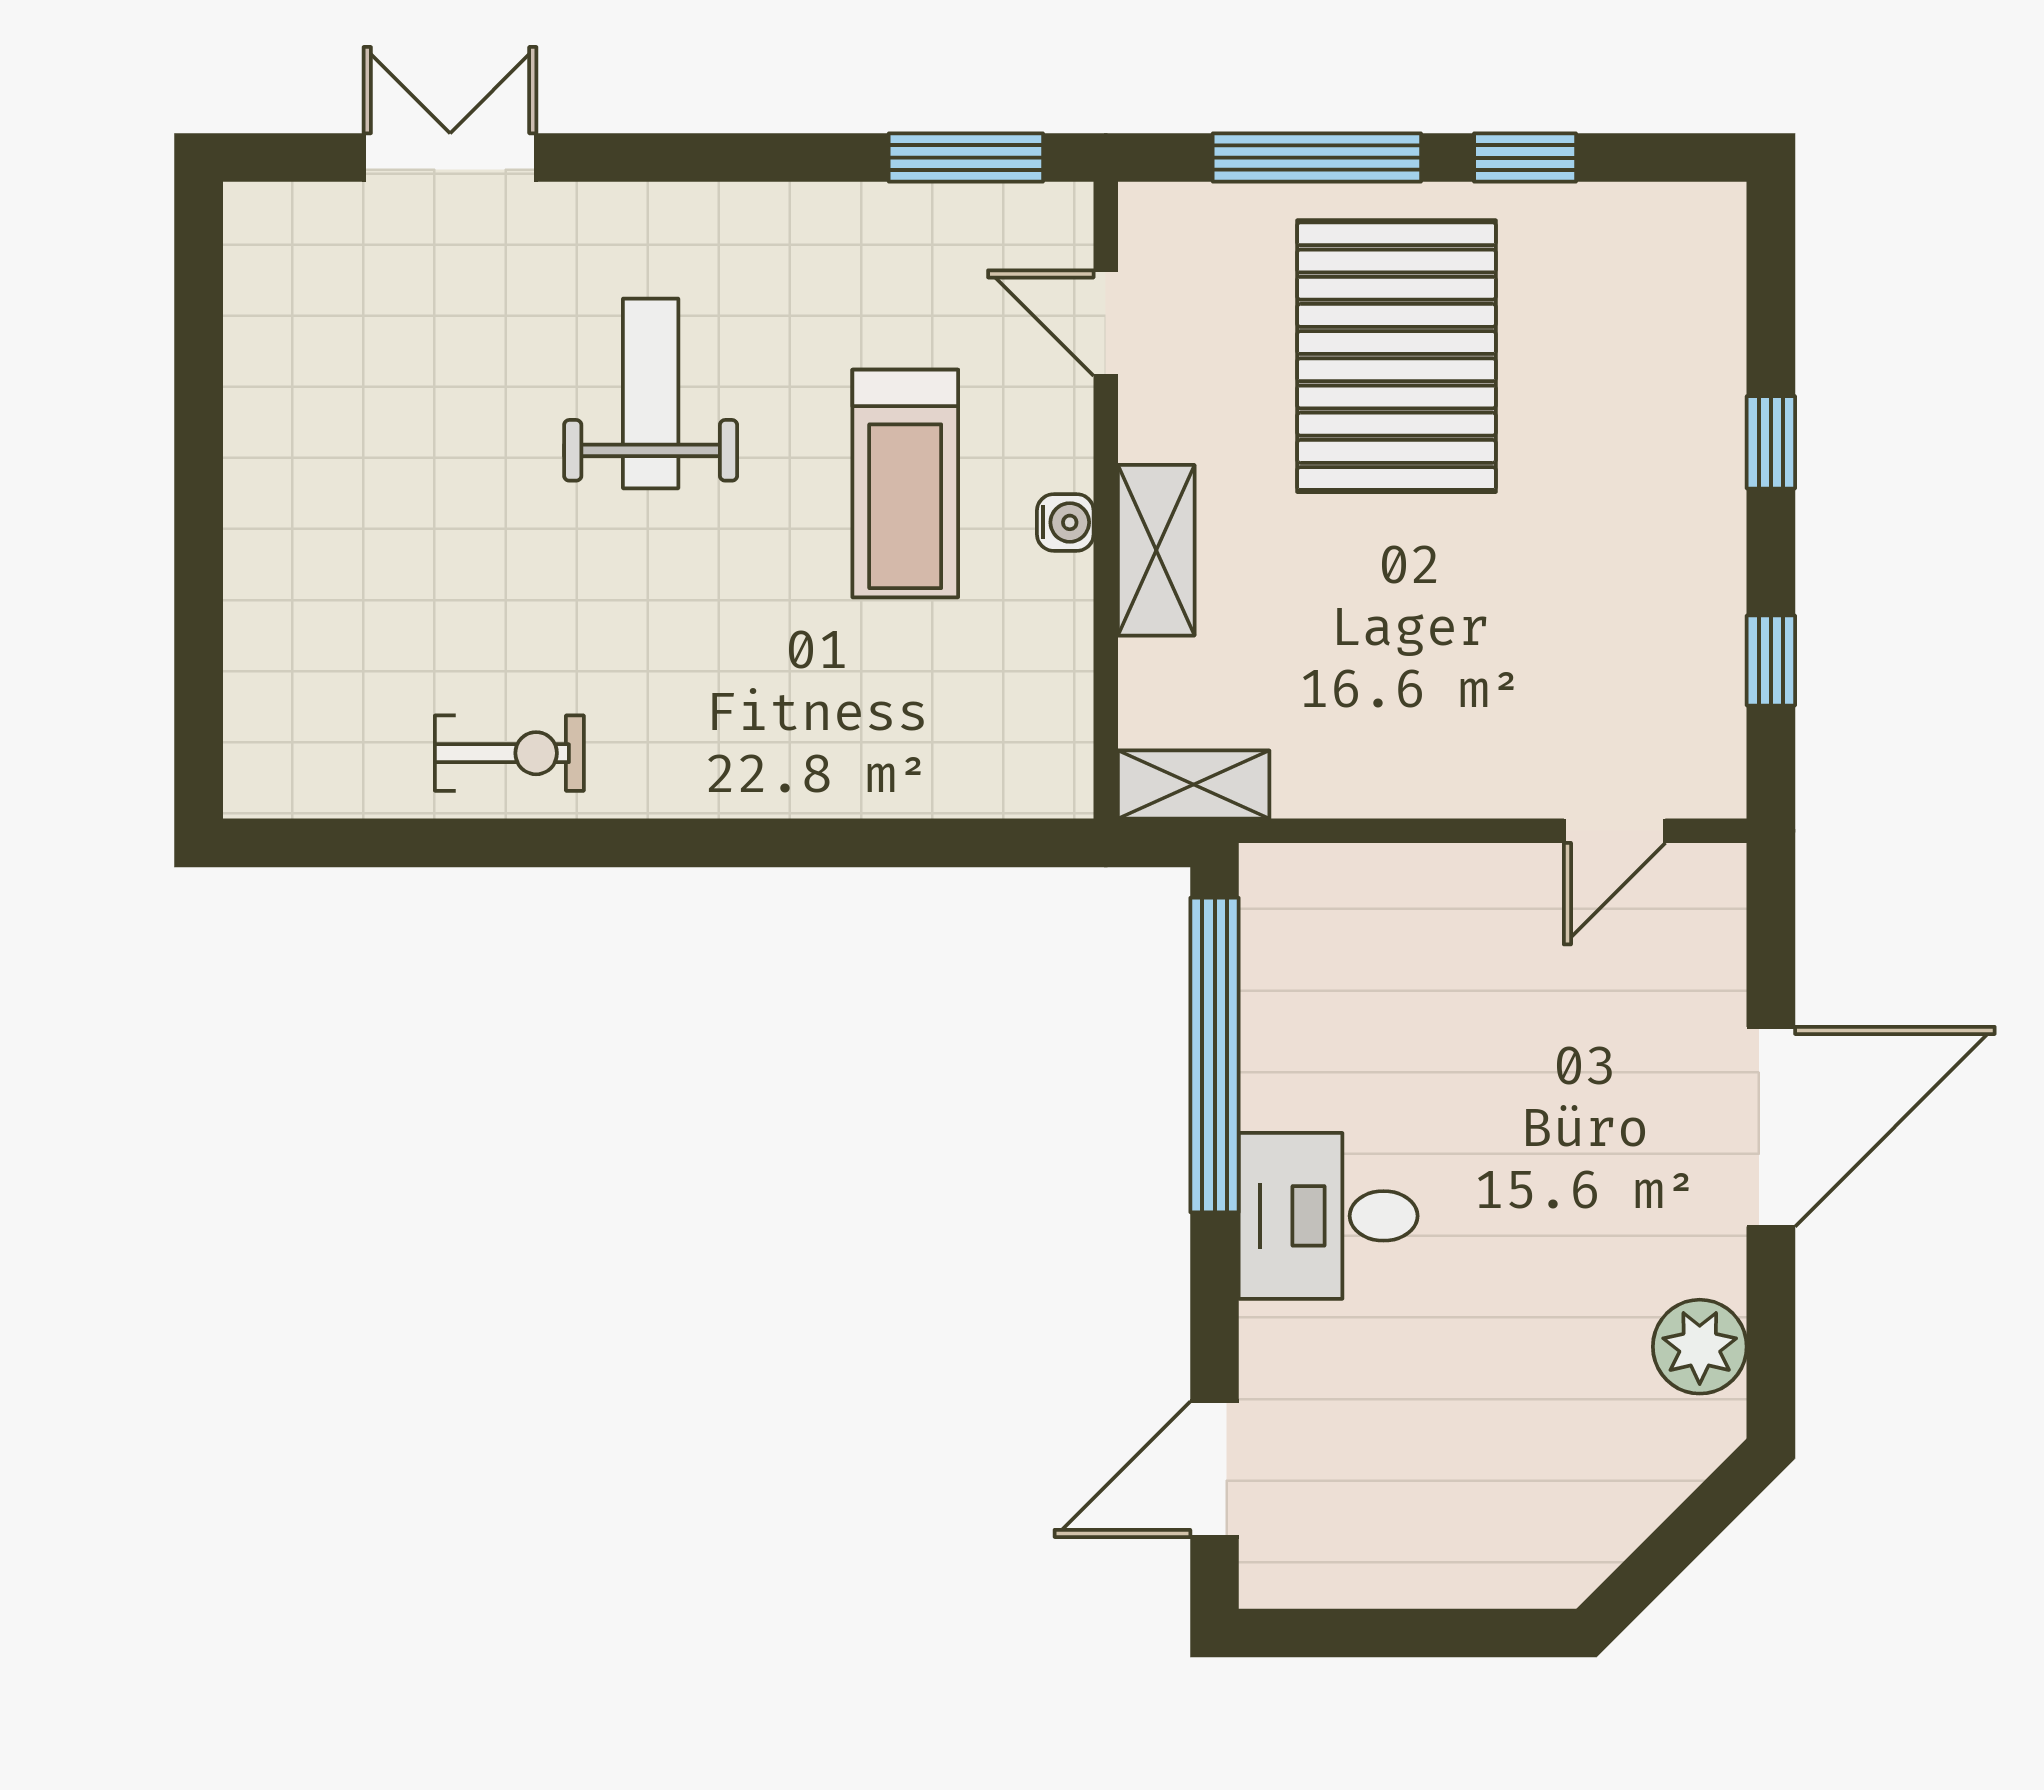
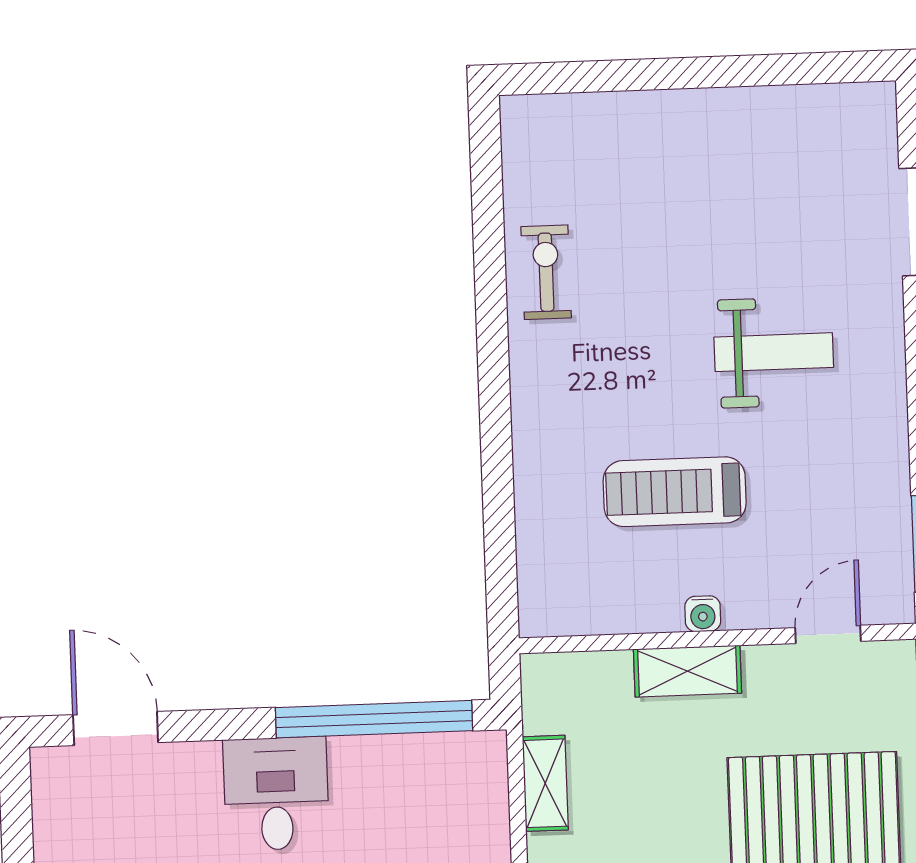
treadmill: (905, 484) -> (675, 492), moved
exercise bike: (509, 753) -> (546, 272), turned 180
shelving: (1194, 785) -> (545, 783), moved

